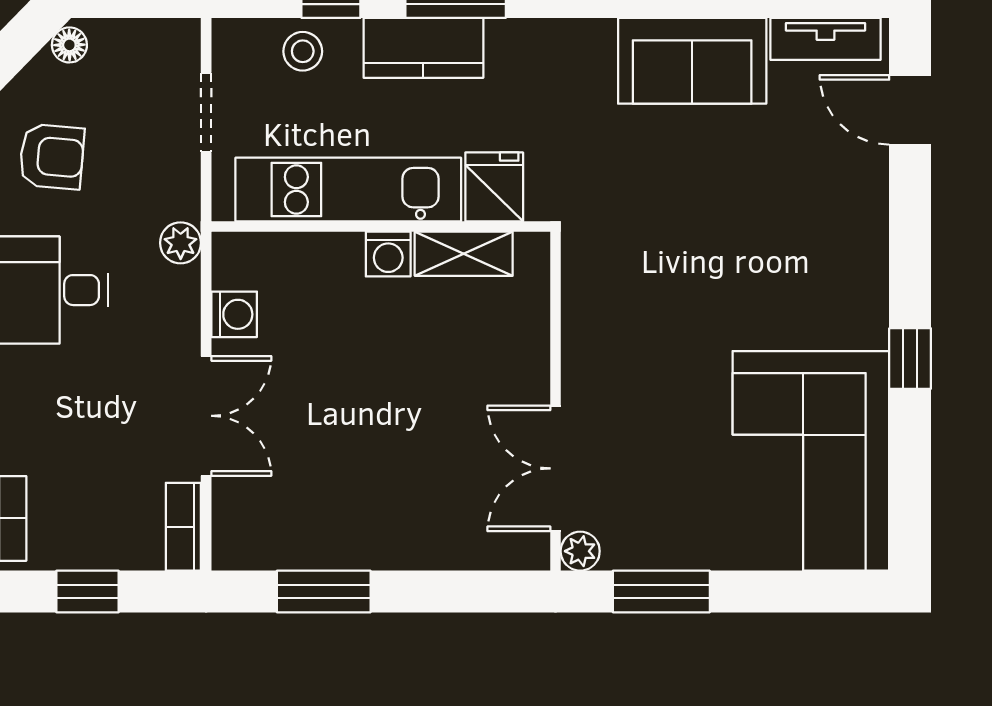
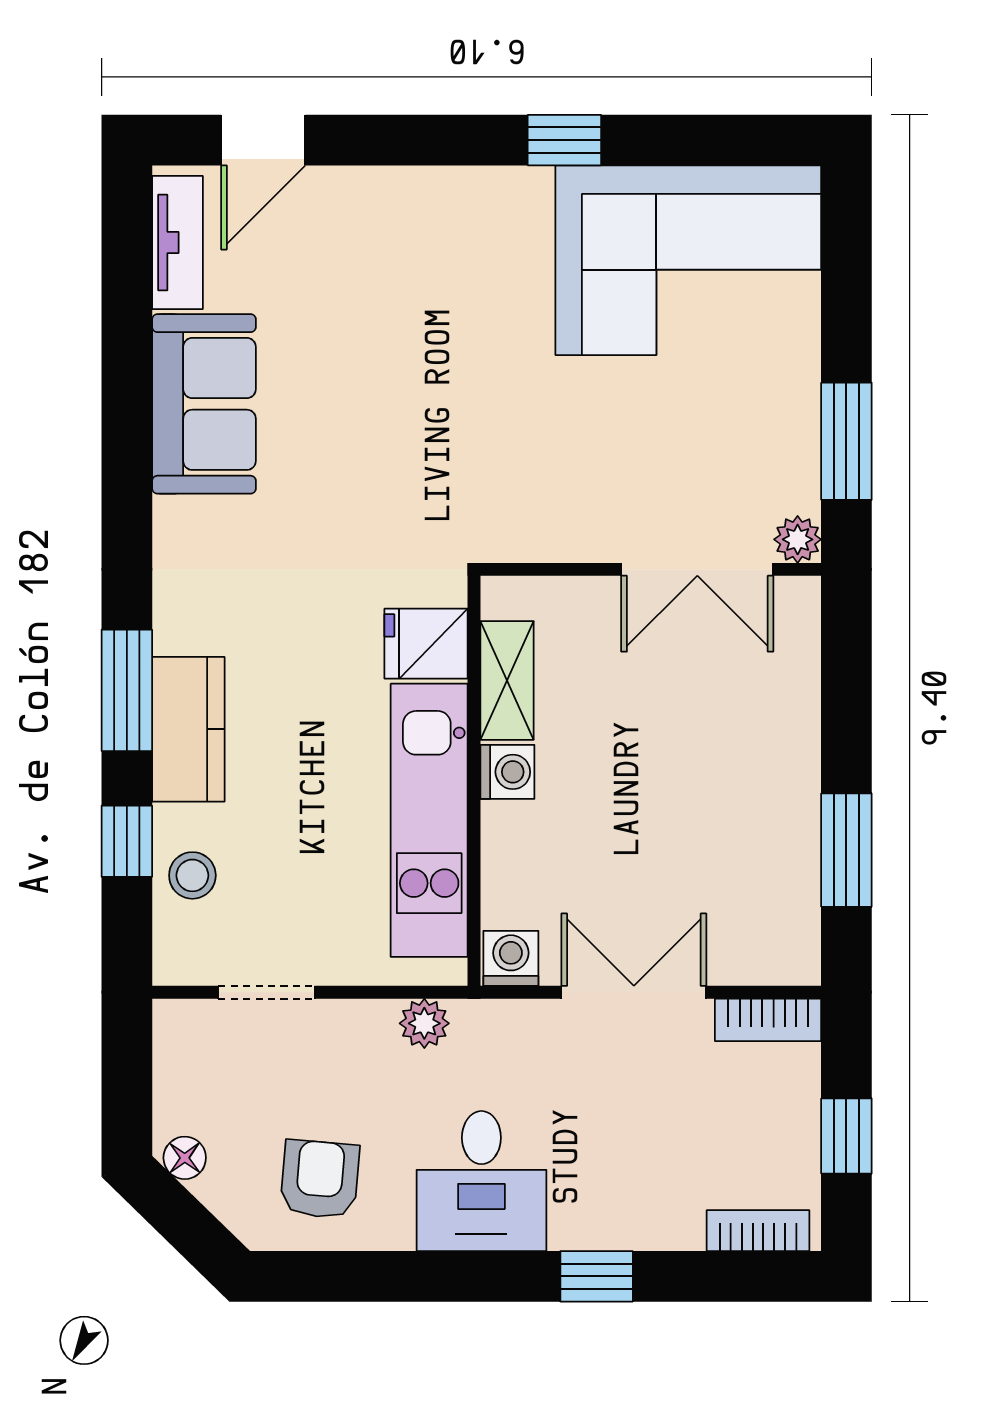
fridge: (494, 187) -> (426, 644), moved
kitchen unit: (348, 190) -> (429, 820), moved
wall: (381, 227) -> (474, 781), moved
washing machine: (388, 254) -> (507, 772), moved
shelving: (464, 254) -> (507, 680), moved

